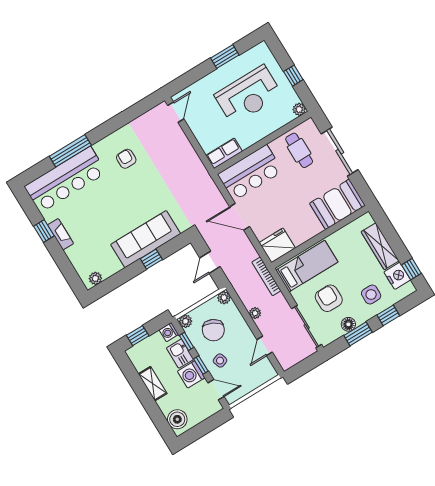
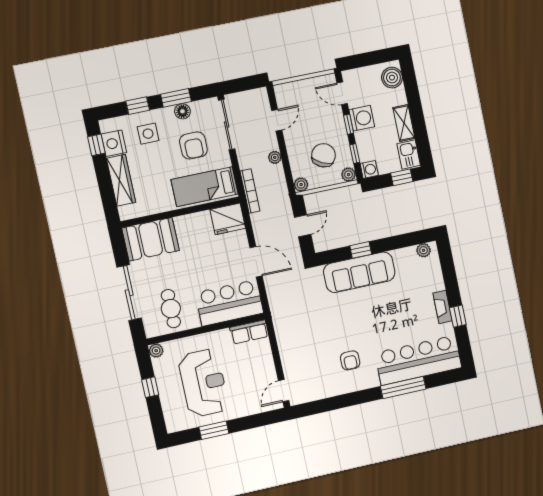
reception desk: (248, 95) -> (203, 383), turned 90
kitchen sink: (180, 354) -> (409, 154), moved, turned 180
side table: (220, 361) -> (328, 122), removed

